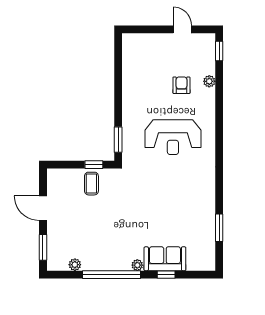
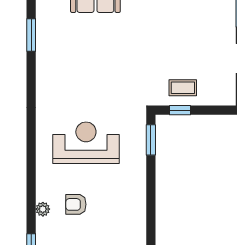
armchair: (181, 85) -> (76, 204), turned 90
coffee table: (91, 184) -> (183, 88), turned 90

